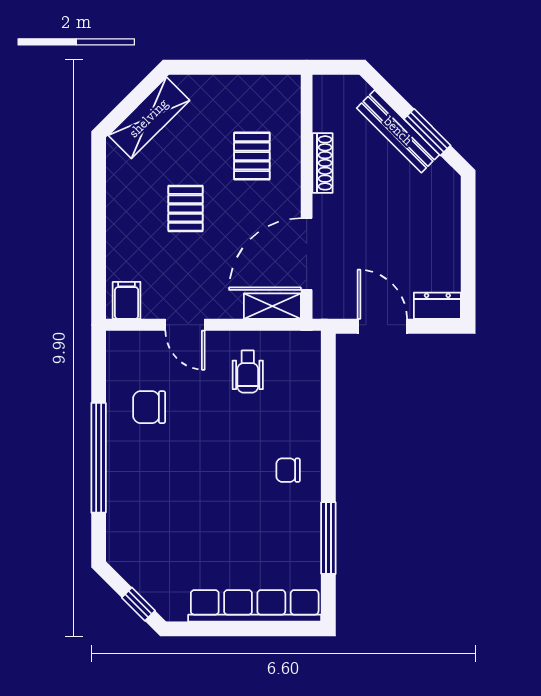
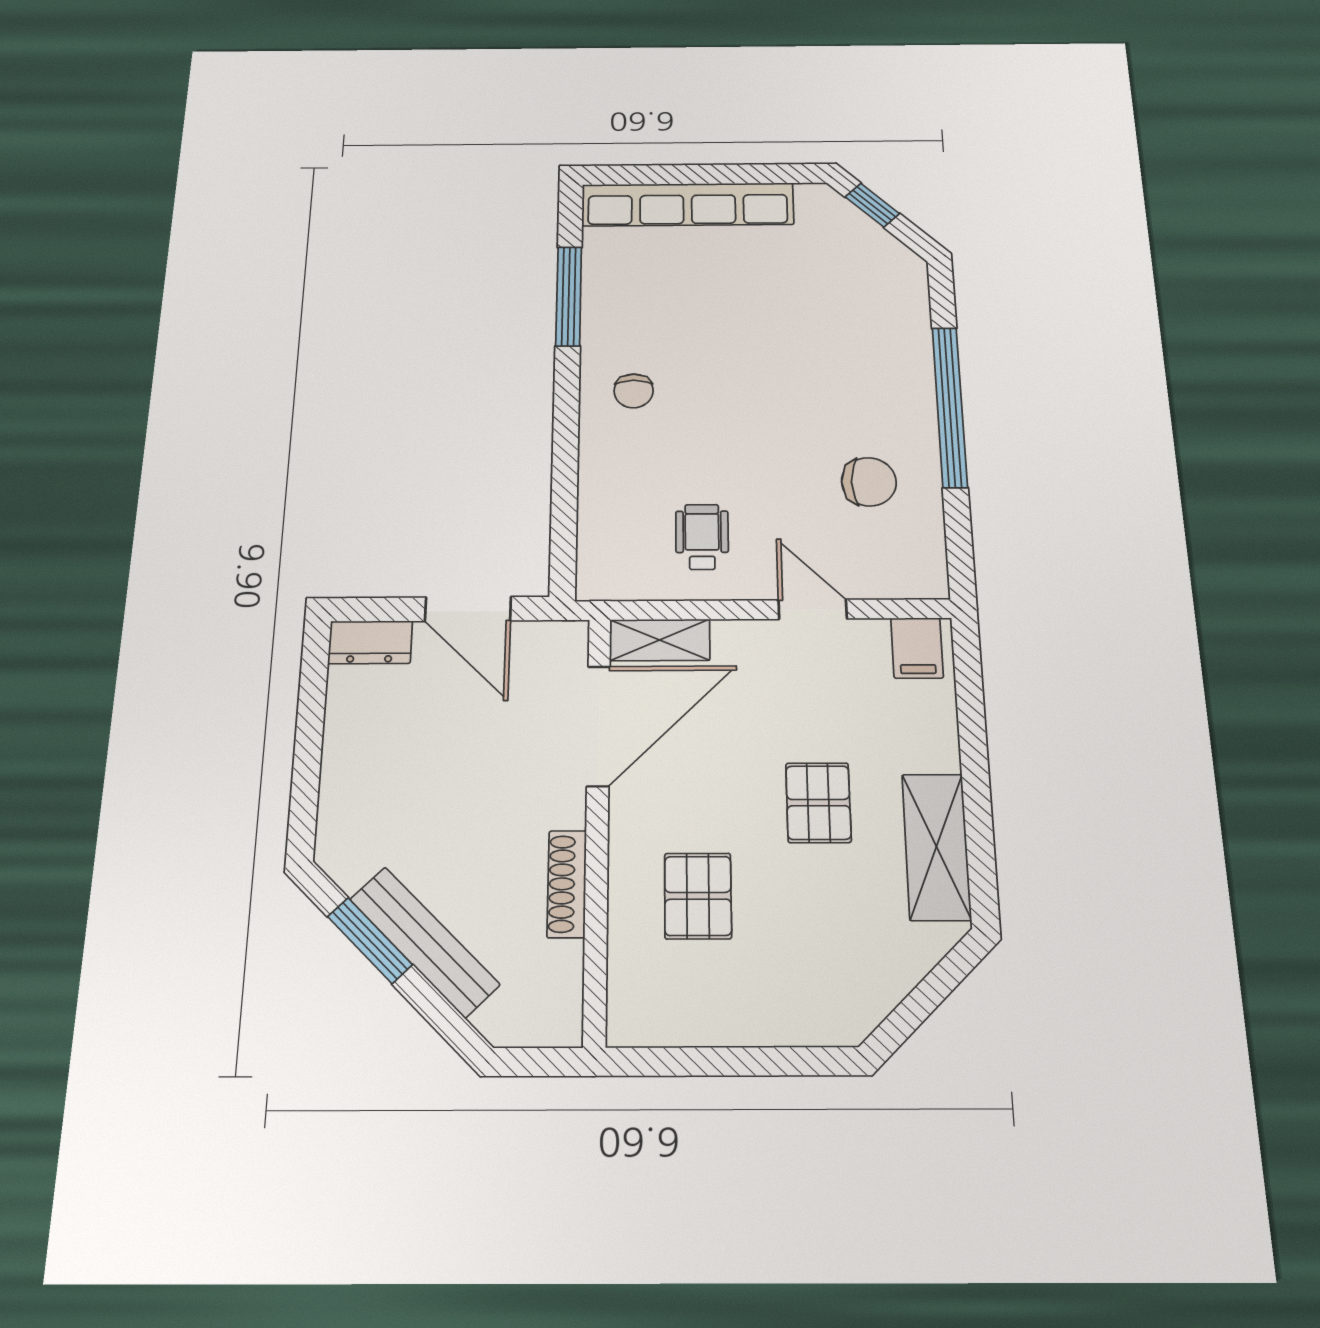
shelving: (149, 118) -> (936, 847), moved, turned -45
chair: (288, 470) -> (634, 391), turned 90

